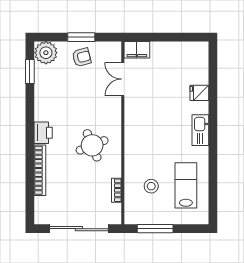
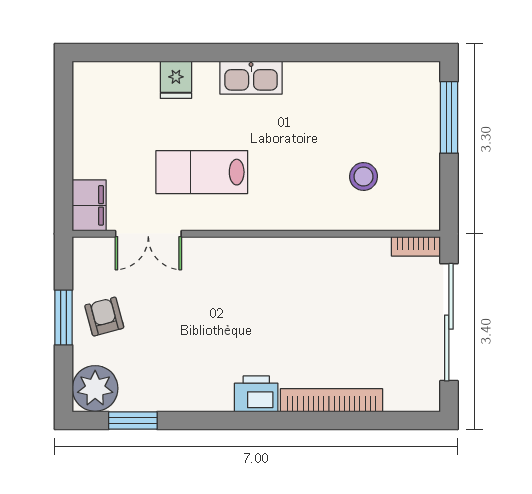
round table: (92, 145) -> (281, 296), removed
lab bench: (186, 185) -> (202, 172), moved
bookcase: (117, 190) -> (416, 246), moved
window: (155, 229) -> (449, 117), moved

